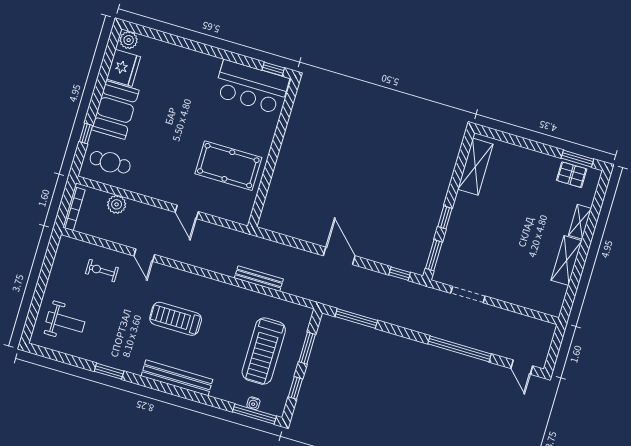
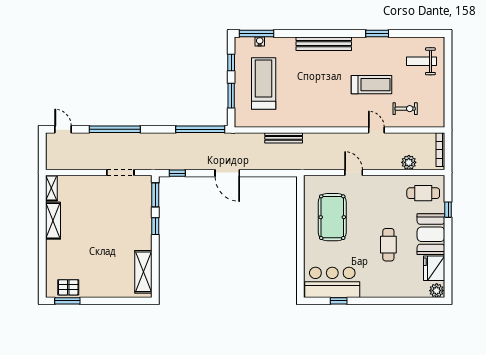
window: (273, 69) -> (339, 301), moved
cafe table: (170, 112) -> (388, 245), added
pool table: (228, 166) -> (332, 217), turned 90
shelving: (580, 222) -> (51, 188), moved
window: (356, 318) -> (200, 129), width x1.46
treadmill: (176, 319) -> (372, 85), moved

